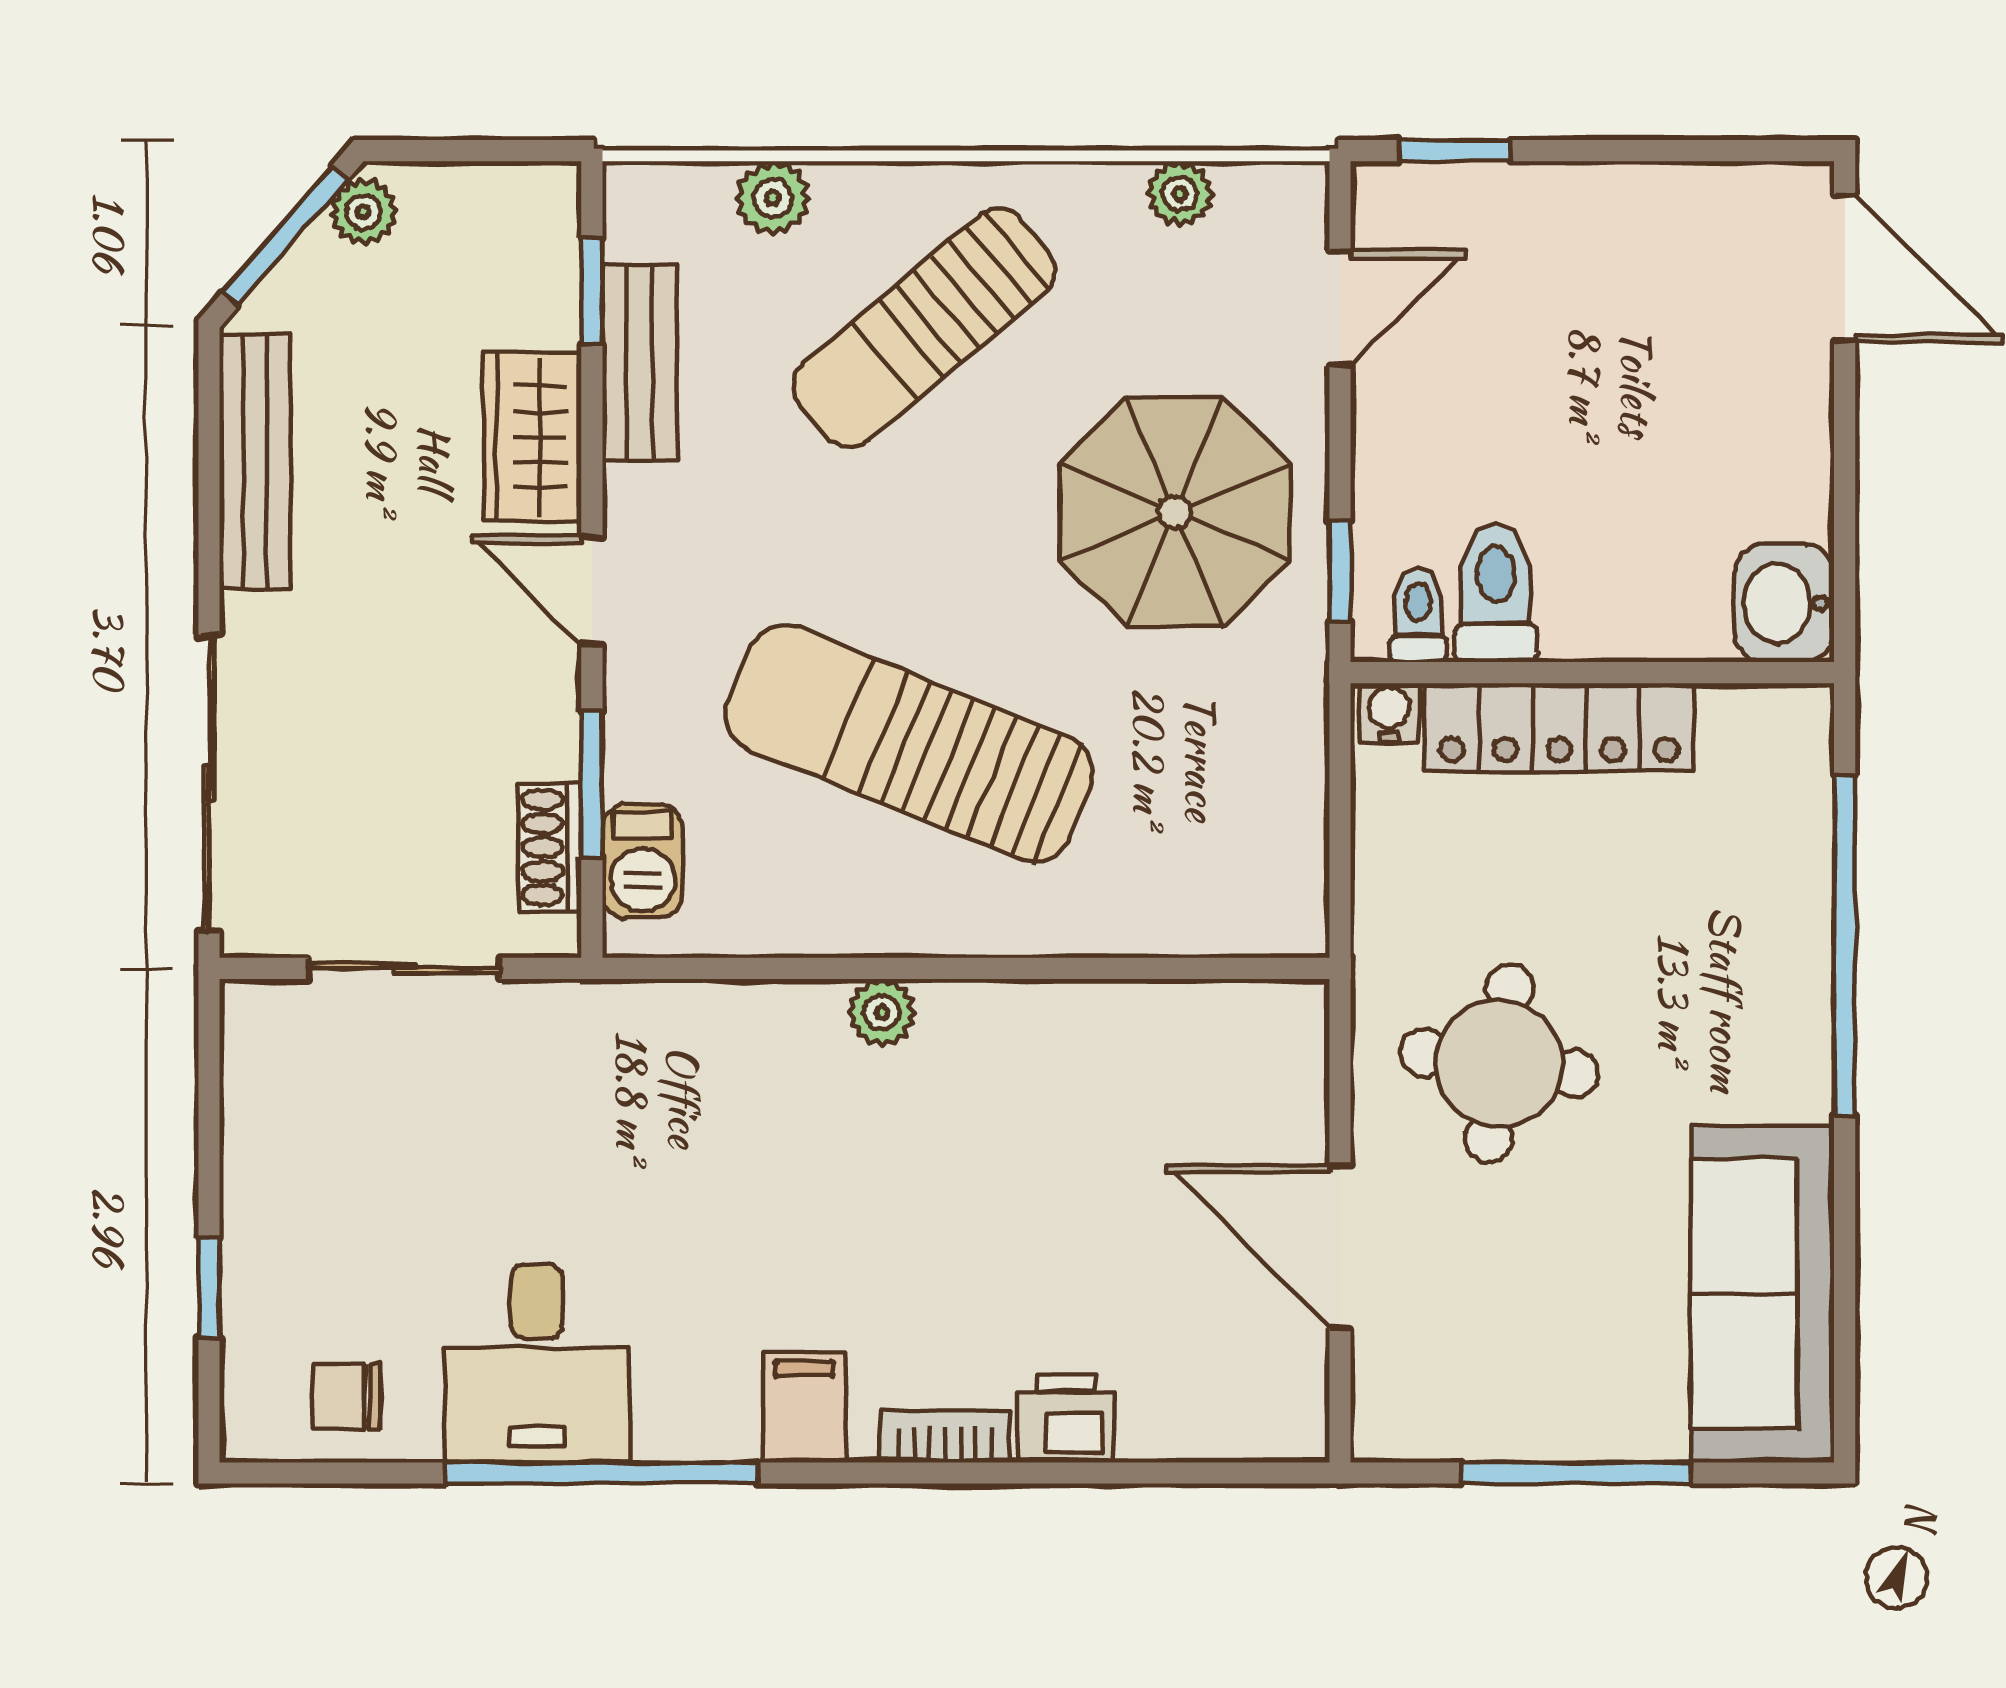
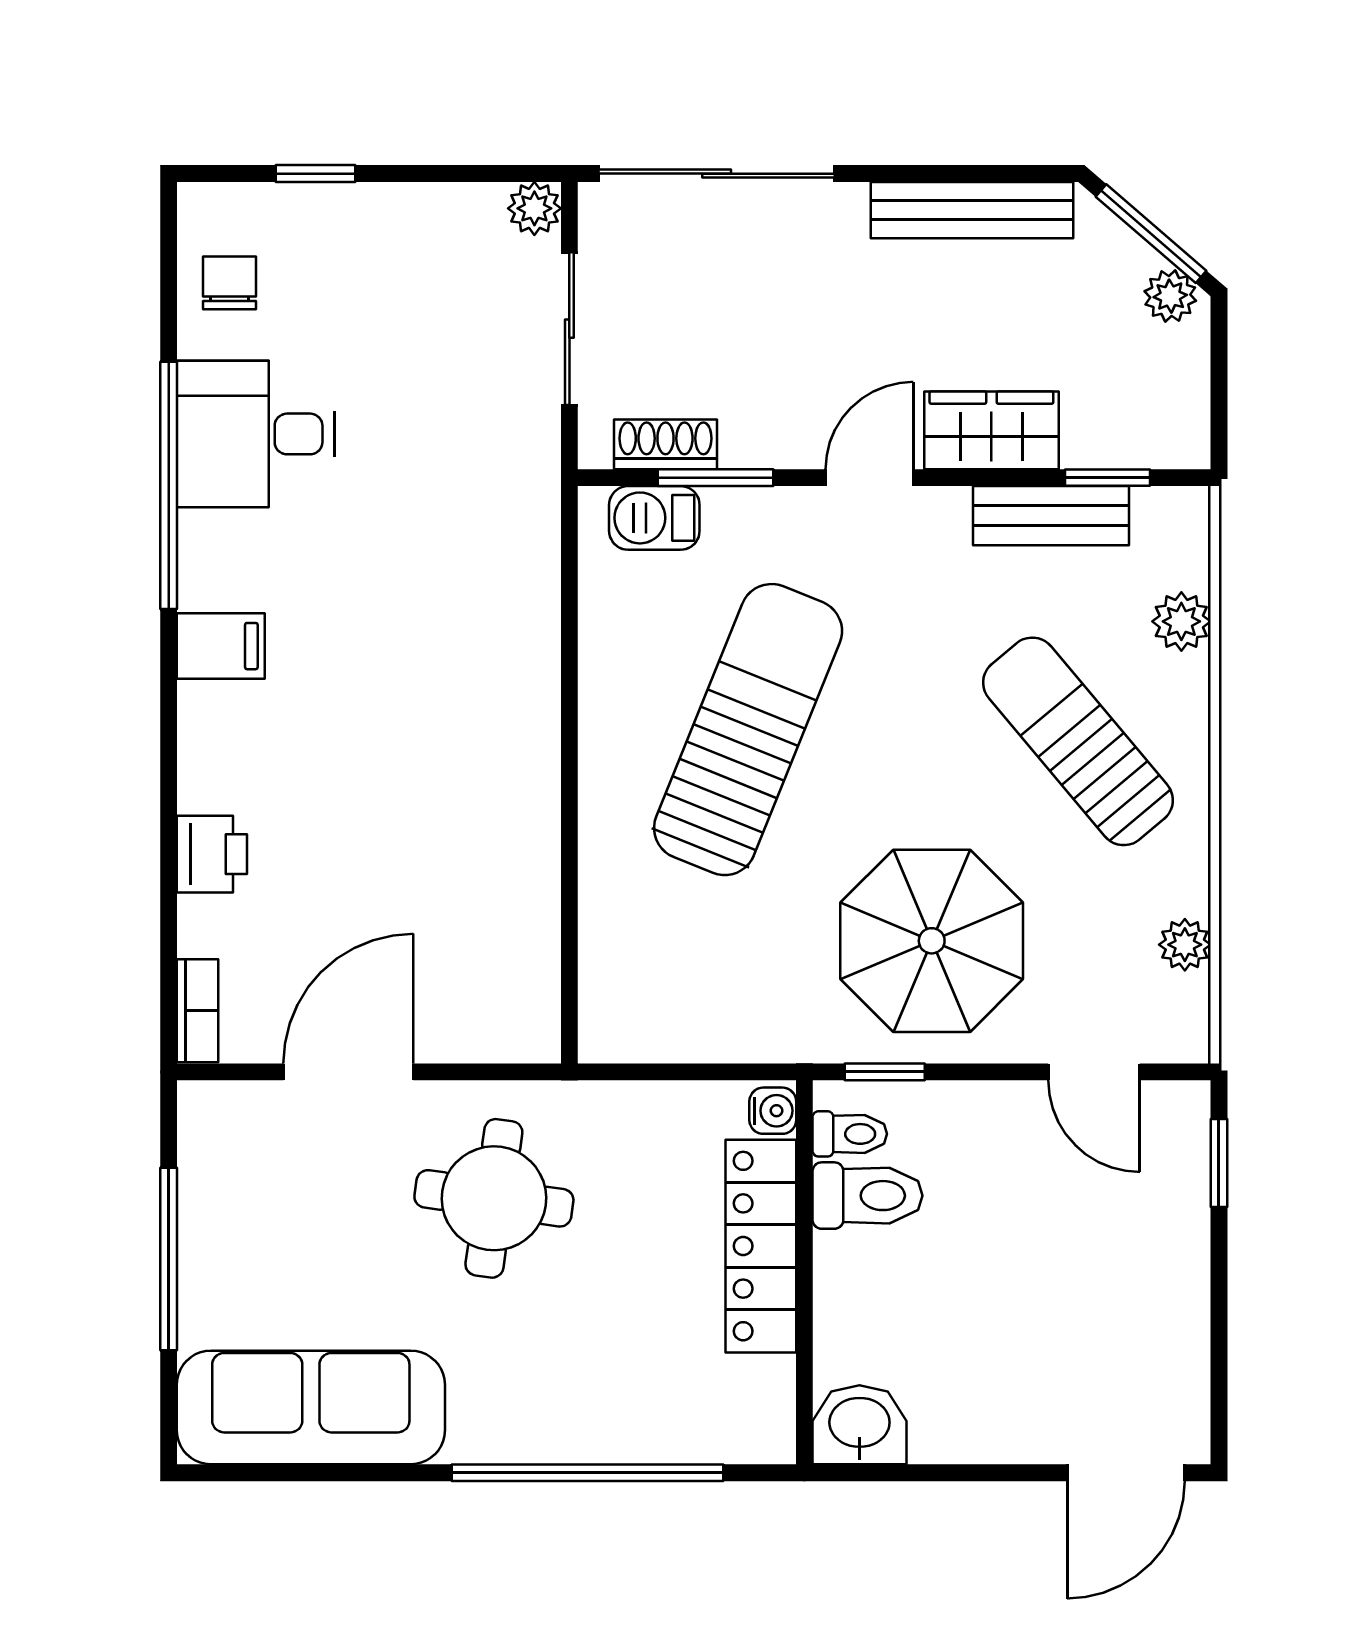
plant: (882, 1012) -> (534, 208), moved
bookcase: (945, 1437) -> (198, 1011), moved

